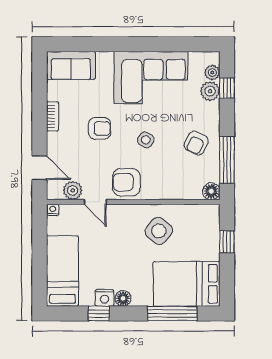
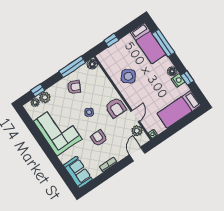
bed: (187, 284) -> (148, 43), width x0.67

